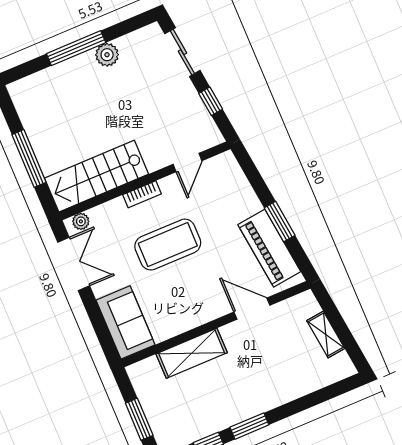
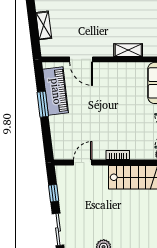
coffee table: (168, 245) -> (115, 119), removed
shelving: (192, 353) -> (128, 50), width x0.67, depth x0.75

